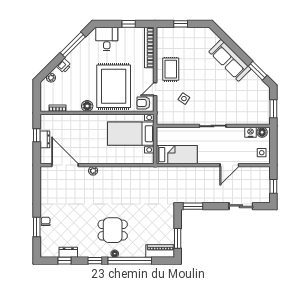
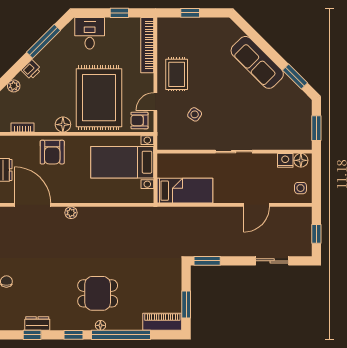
armchair: (79, 126) -> (52, 152), added

